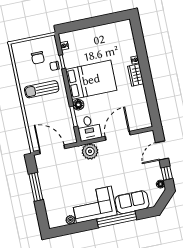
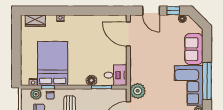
plant: (53, 51) -> (36, 94), added
wardrobe: (136, 75) -> (35, 21), moved
bed: (91, 80) -> (53, 63), moved
door: (118, 136) -> (128, 34), moved
plant: (90, 151) -> (138, 91), moved
window: (117, 219) -> (207, 81), moved

